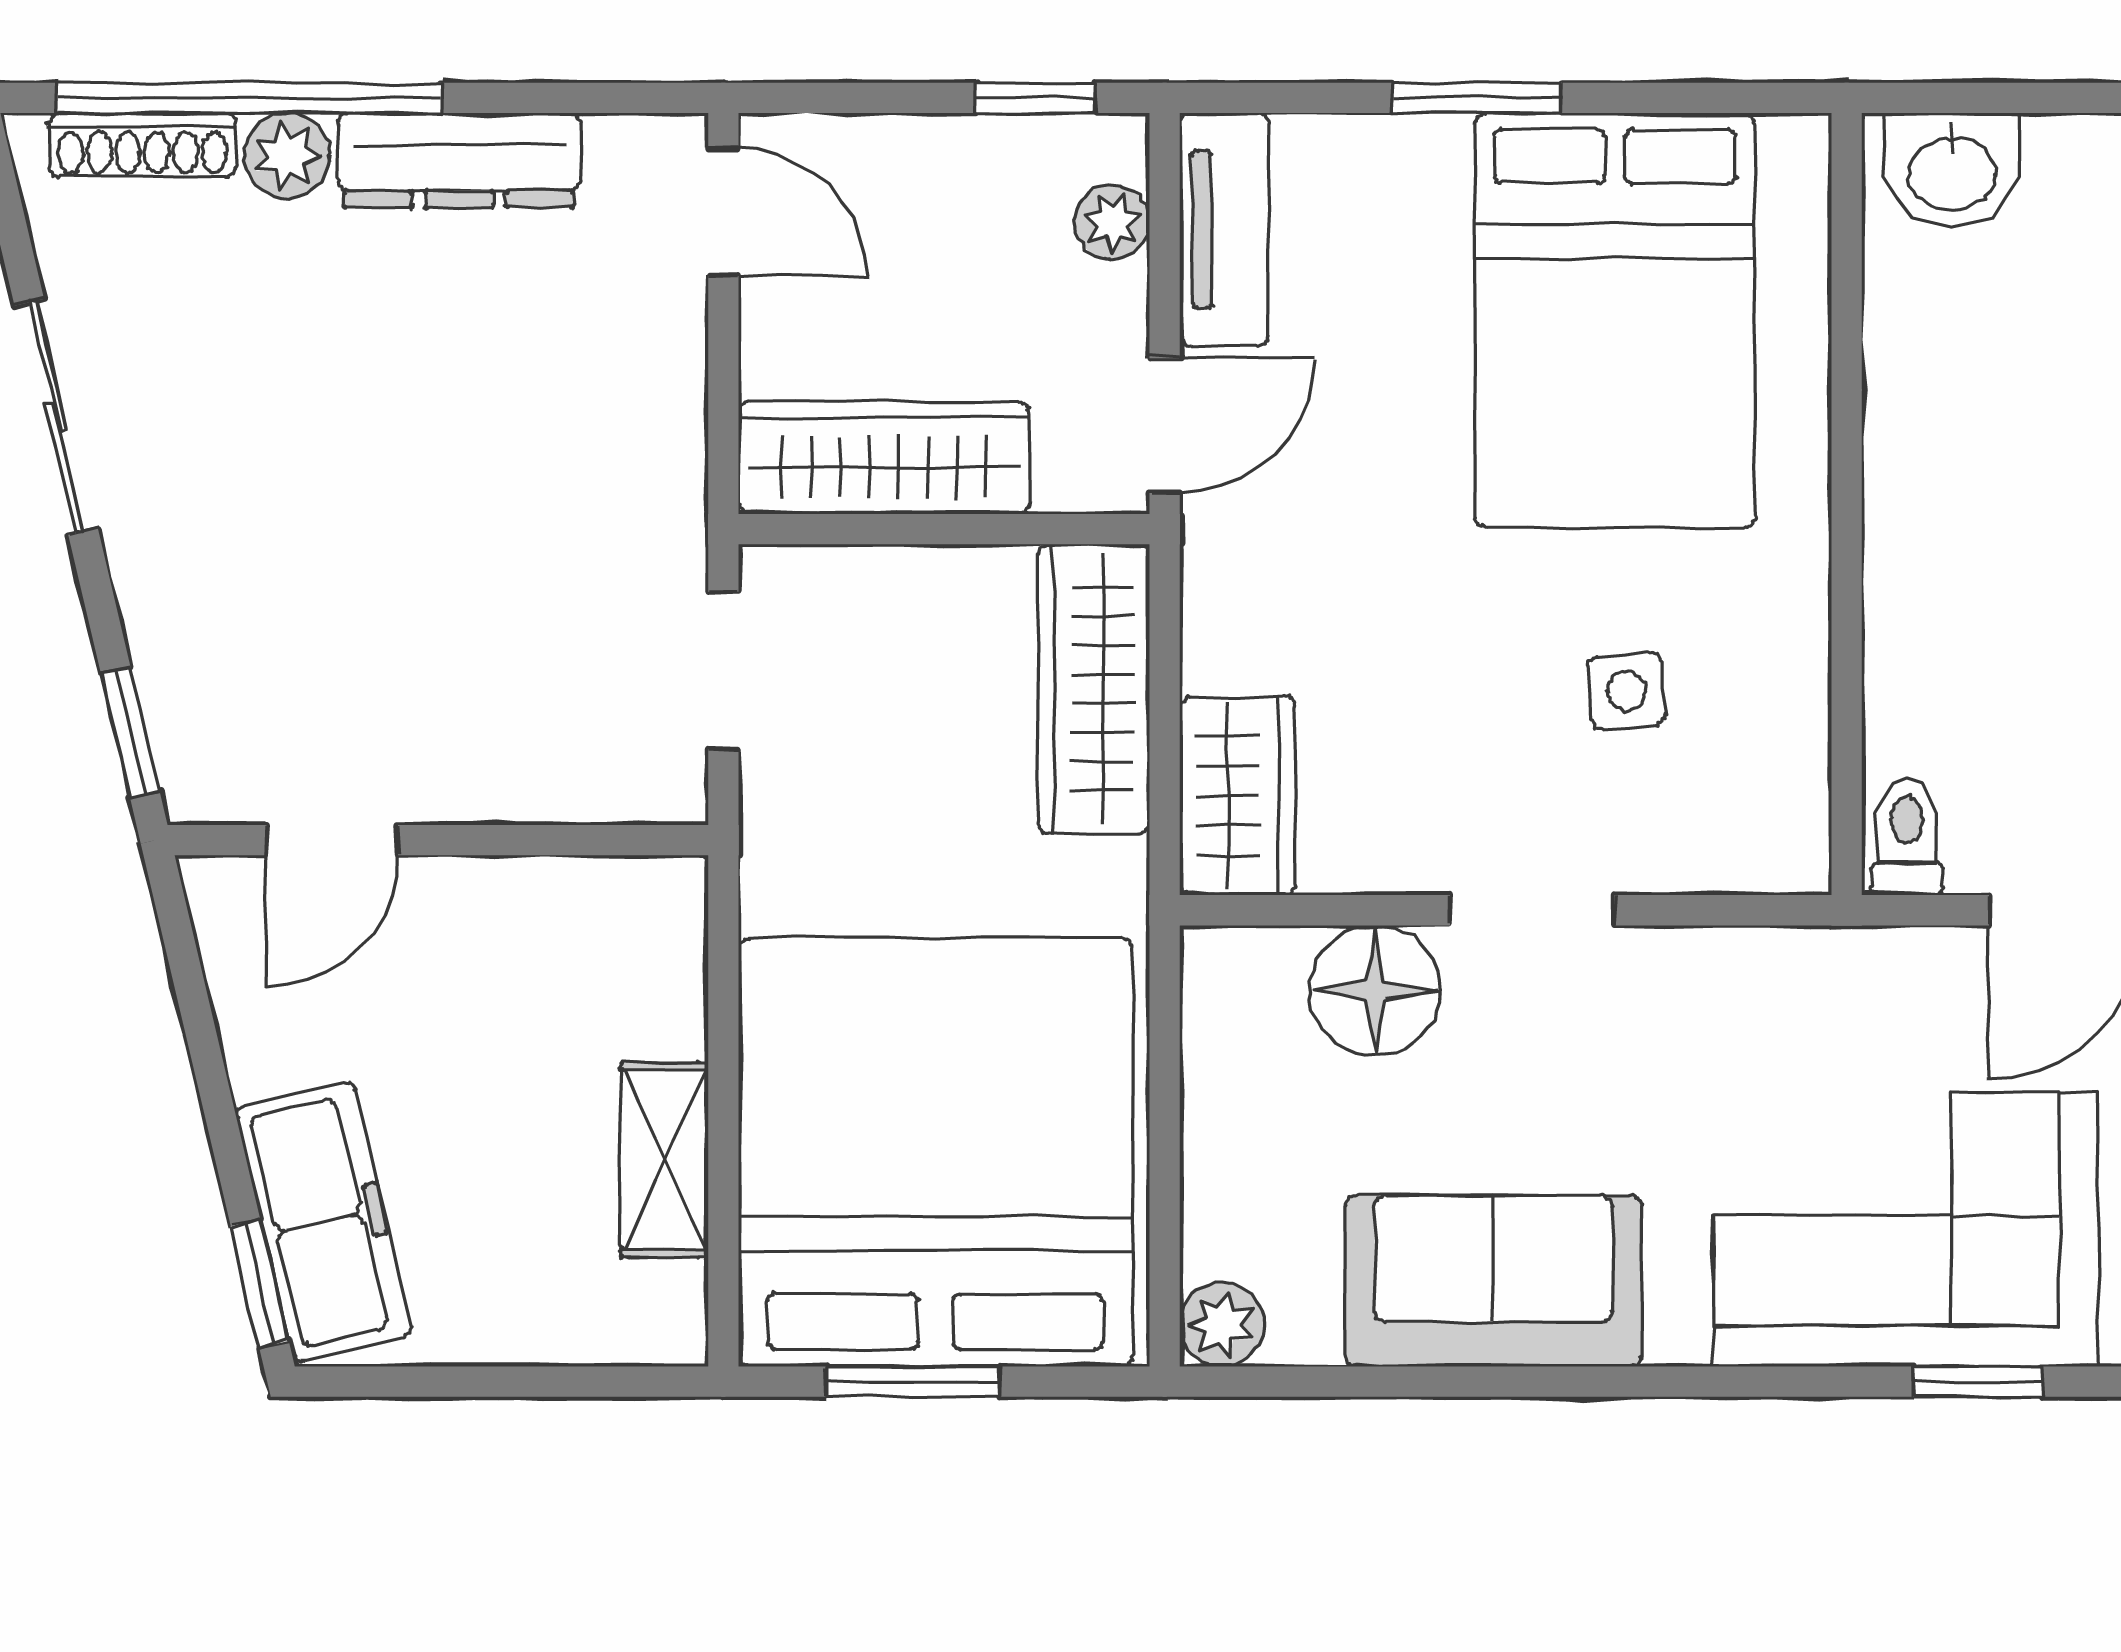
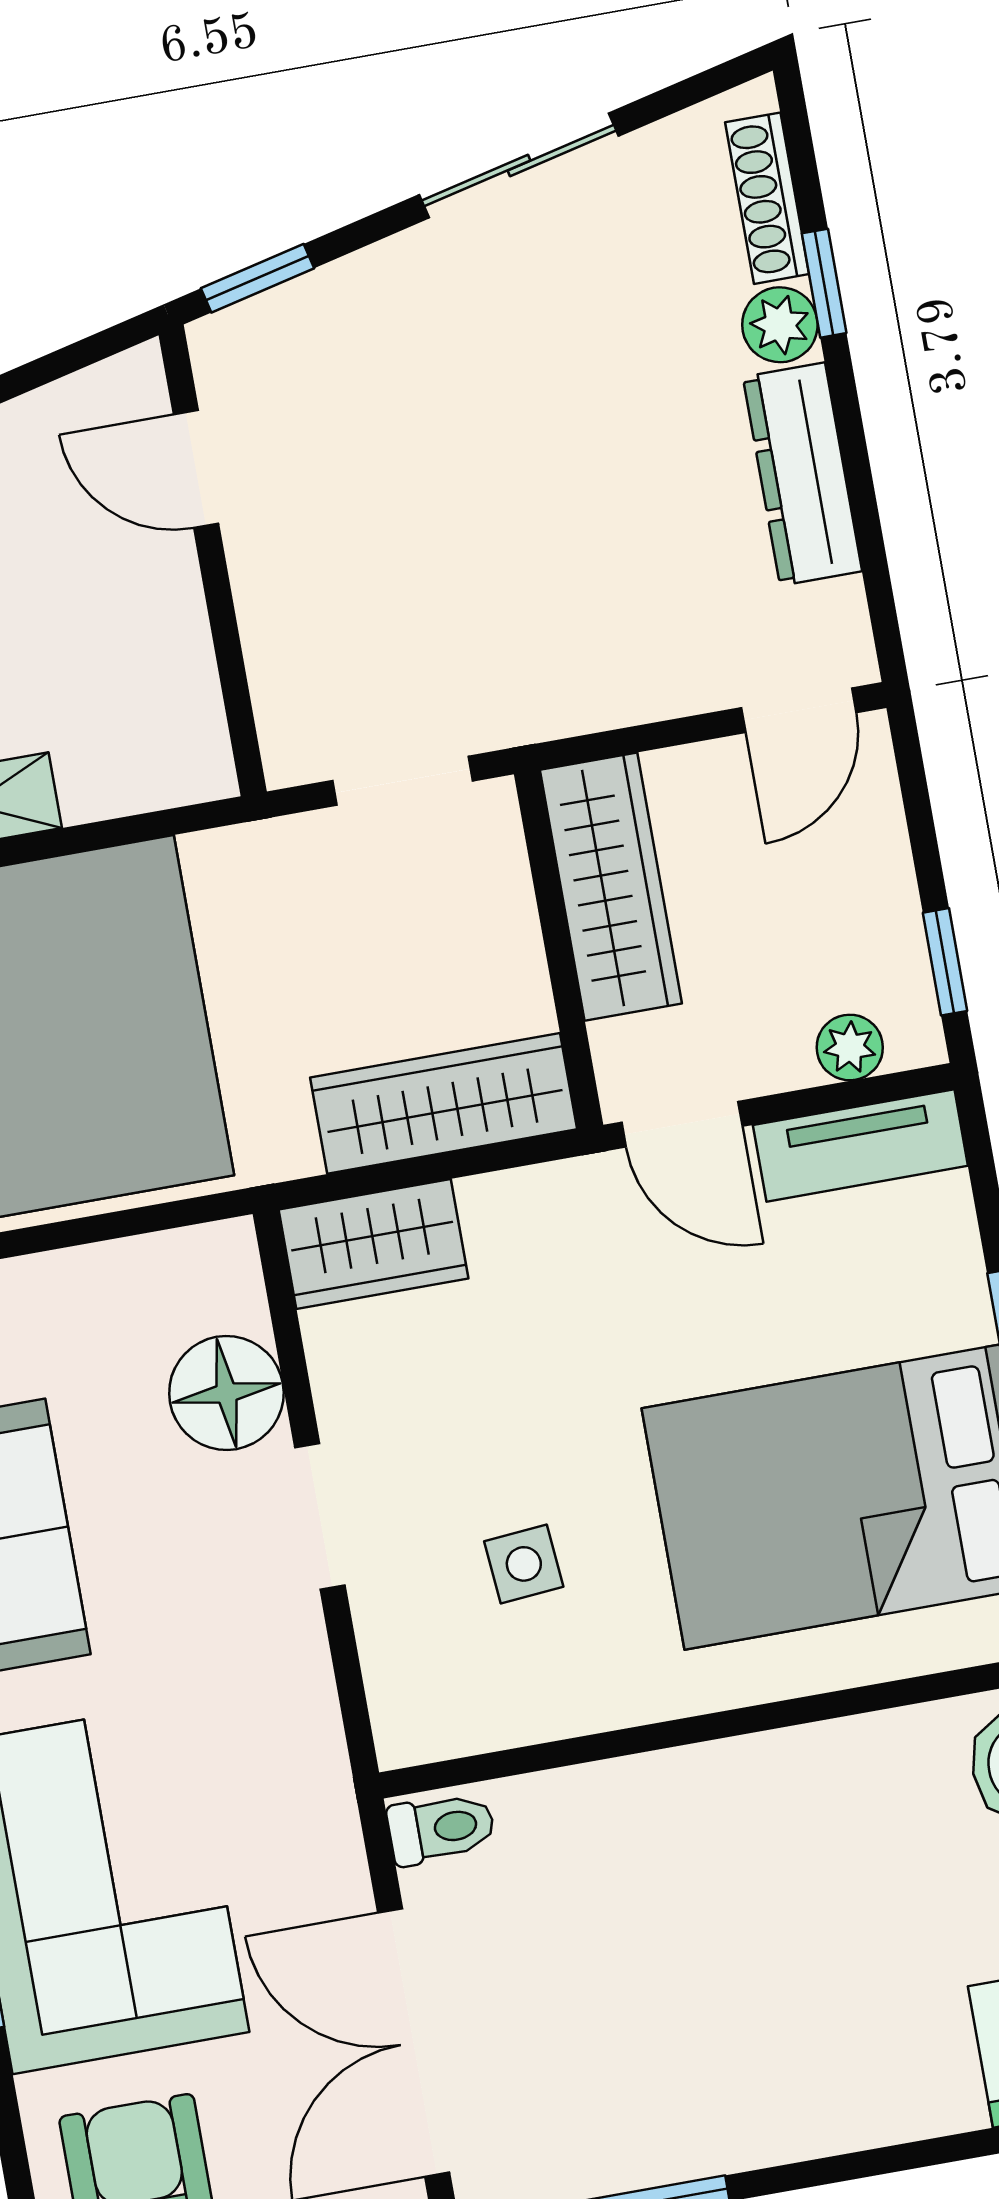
window: (249, 98) -> (824, 283), width x0.32

